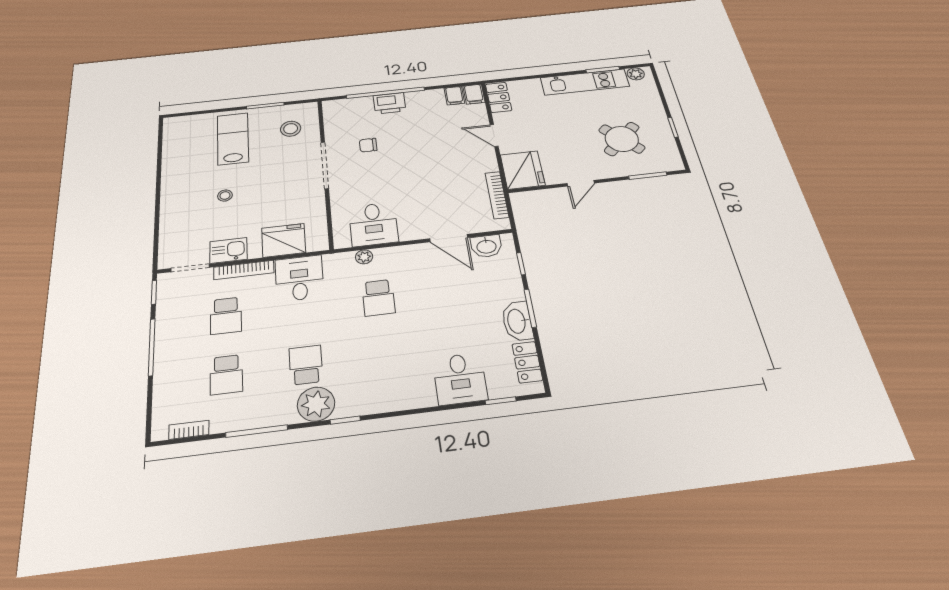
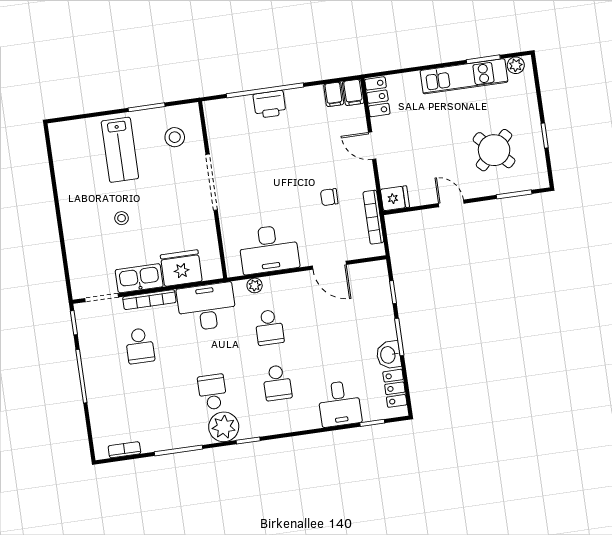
lab bench: (233, 139) -> (120, 150), turned 180
chair: (368, 145) -> (329, 197), moved
fridge: (523, 170) -> (395, 198), width x0.53, depth x0.75
door: (581, 183) -> (451, 203), swing flipped
desk: (373, 224) -> (269, 249), width x1.37
washbasin: (486, 246) -> (363, 274), removed
kitchen sink: (228, 250) -> (139, 278), width x1.38
desk: (299, 278) -> (207, 307), width x1.37
washbasin: (517, 321) -> (388, 355), width x0.72
school desk: (226, 375) -> (277, 383), moved

